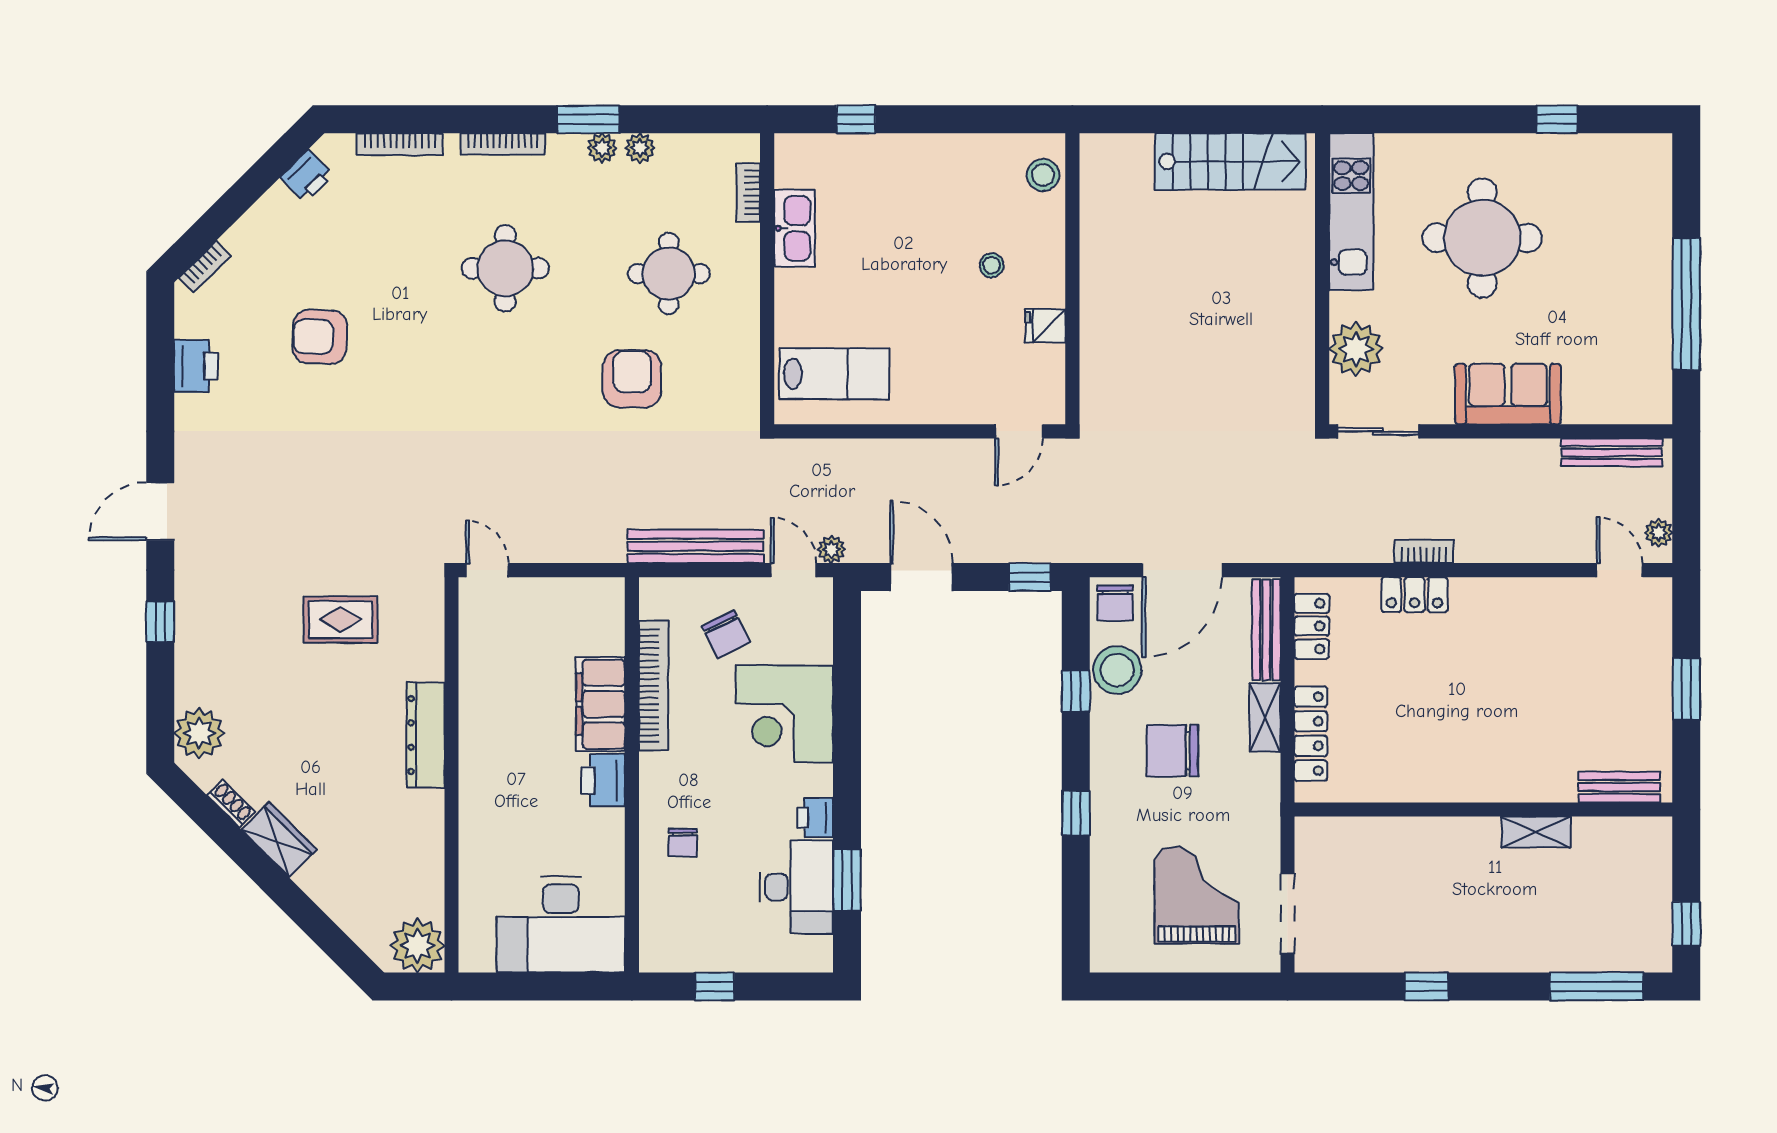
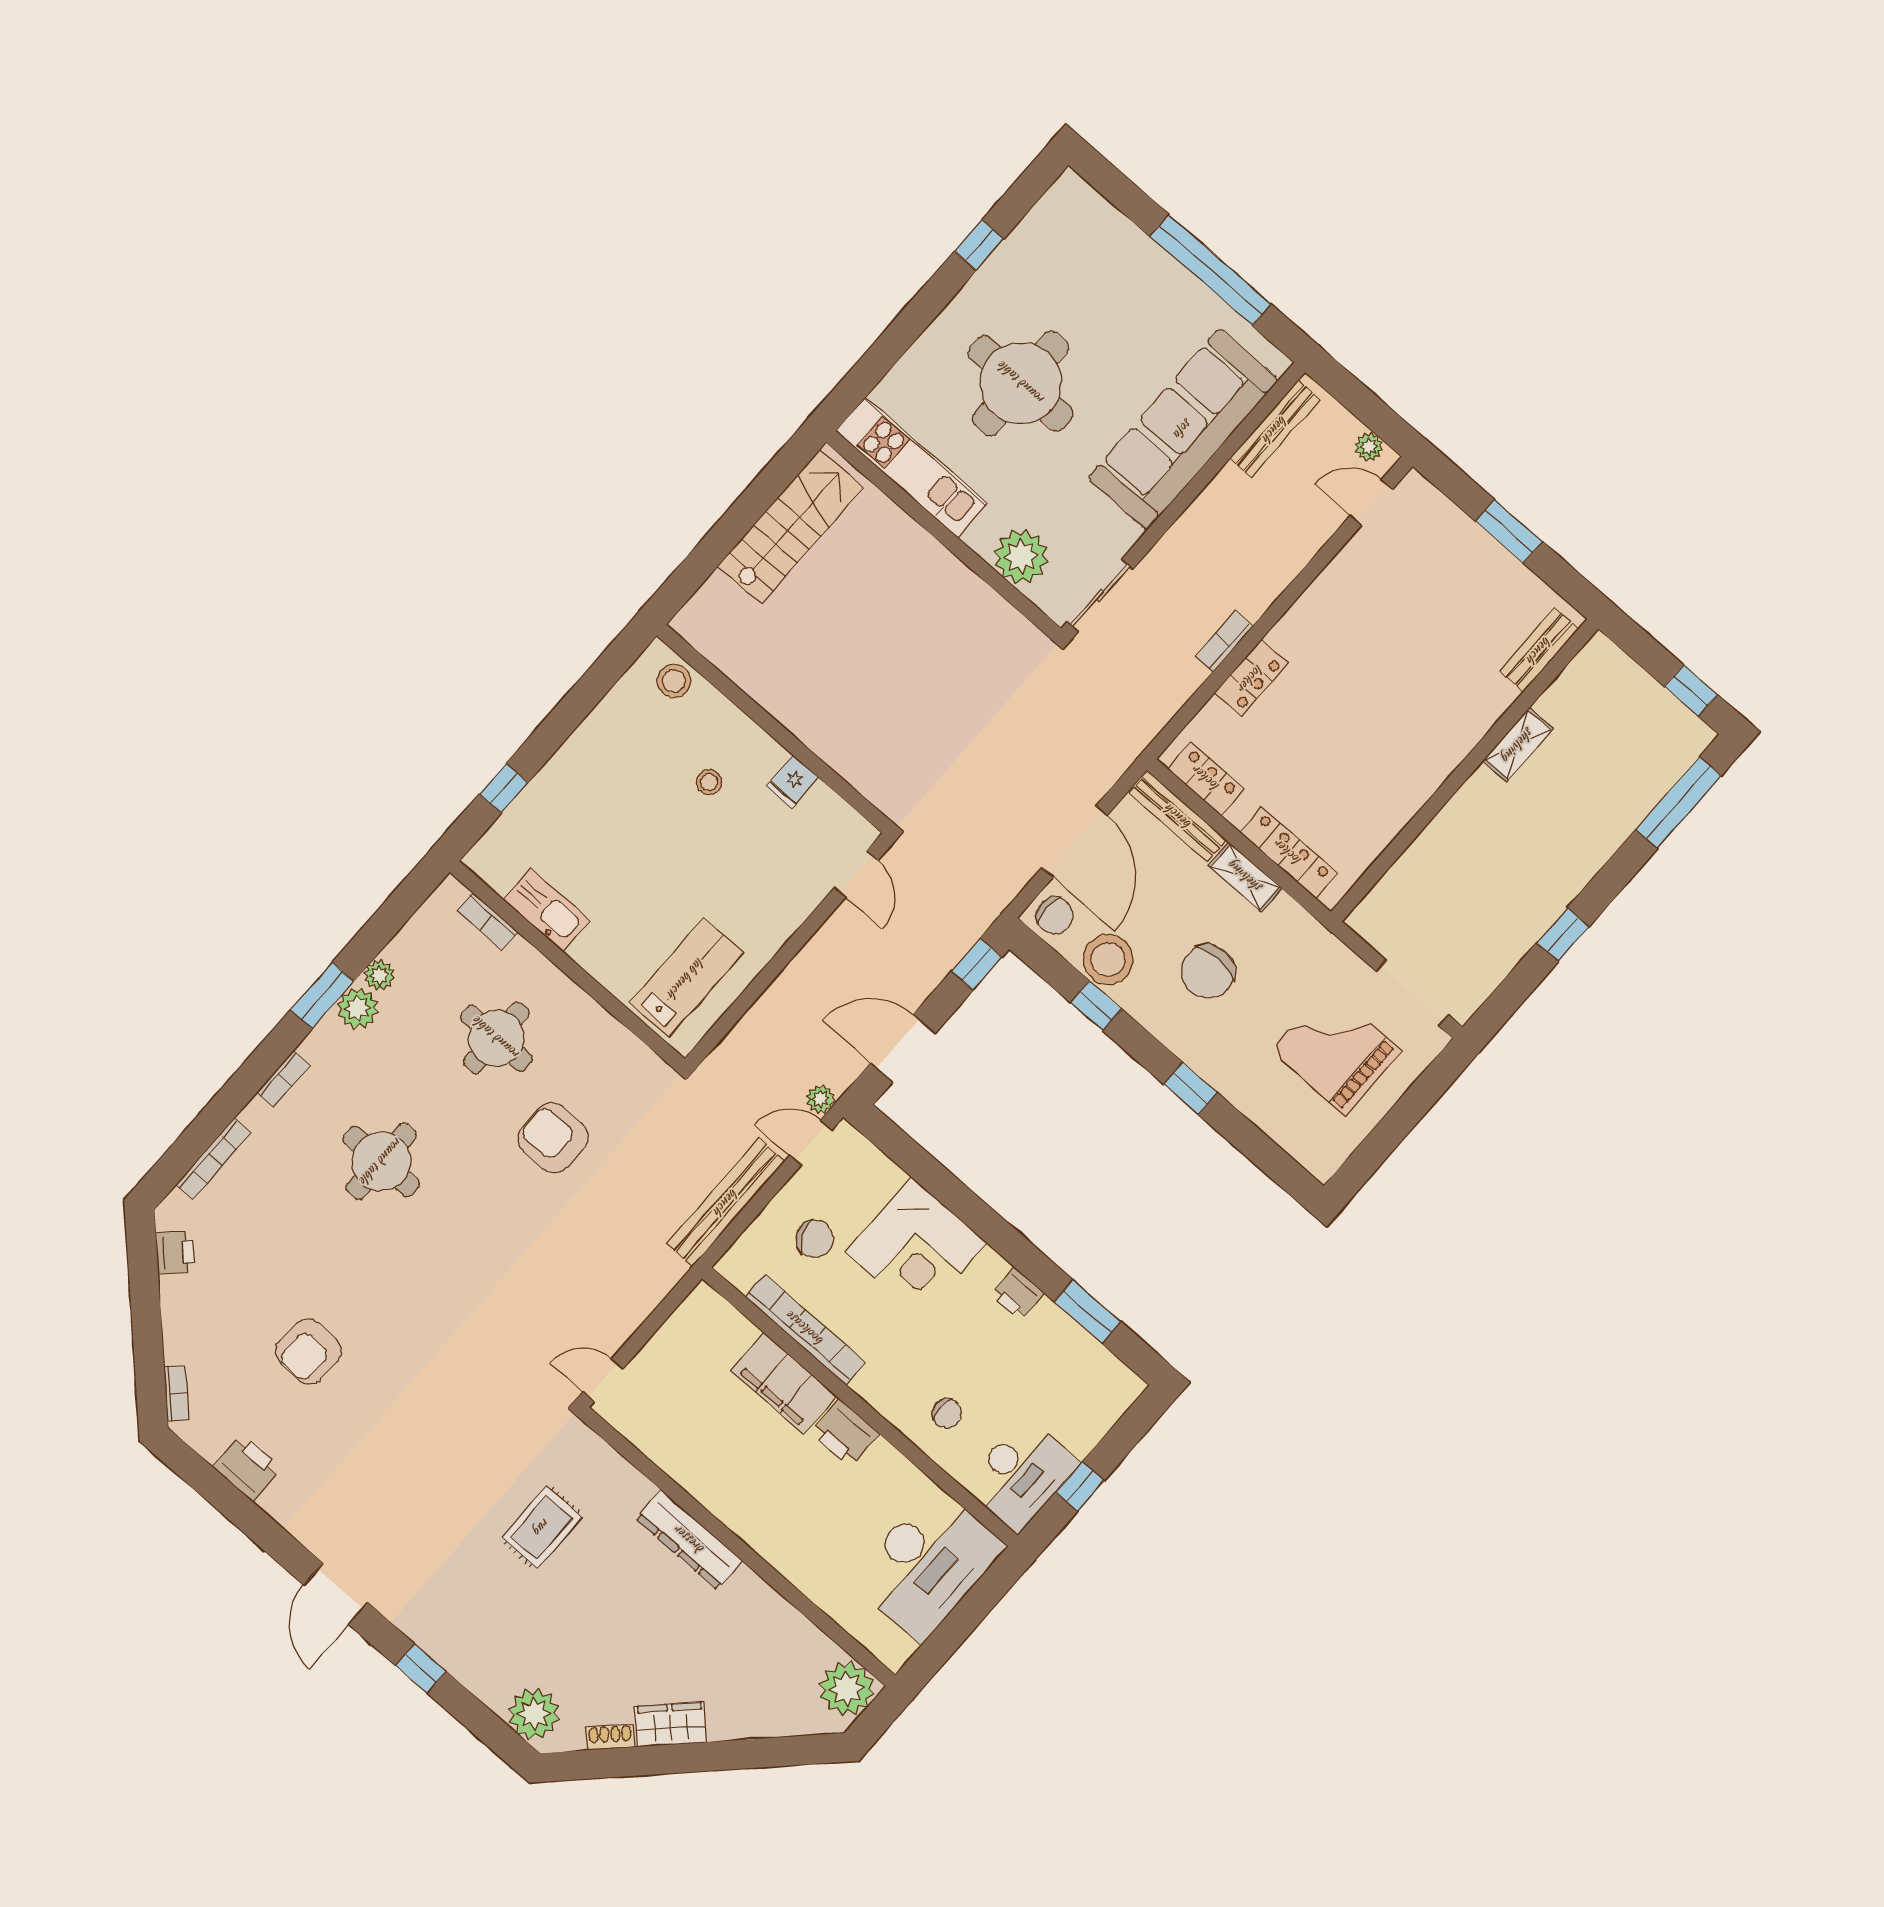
bookcase: (503, 144) -> (283, 1079), width x0.64
plant: (602, 148) -> (358, 1008), width x1.38, depth x1.38
sofa: (1508, 394) -> (1183, 429), width x1.85, depth x1.27
desk: (796, 887) -> (1021, 1474), moved, turned 90

